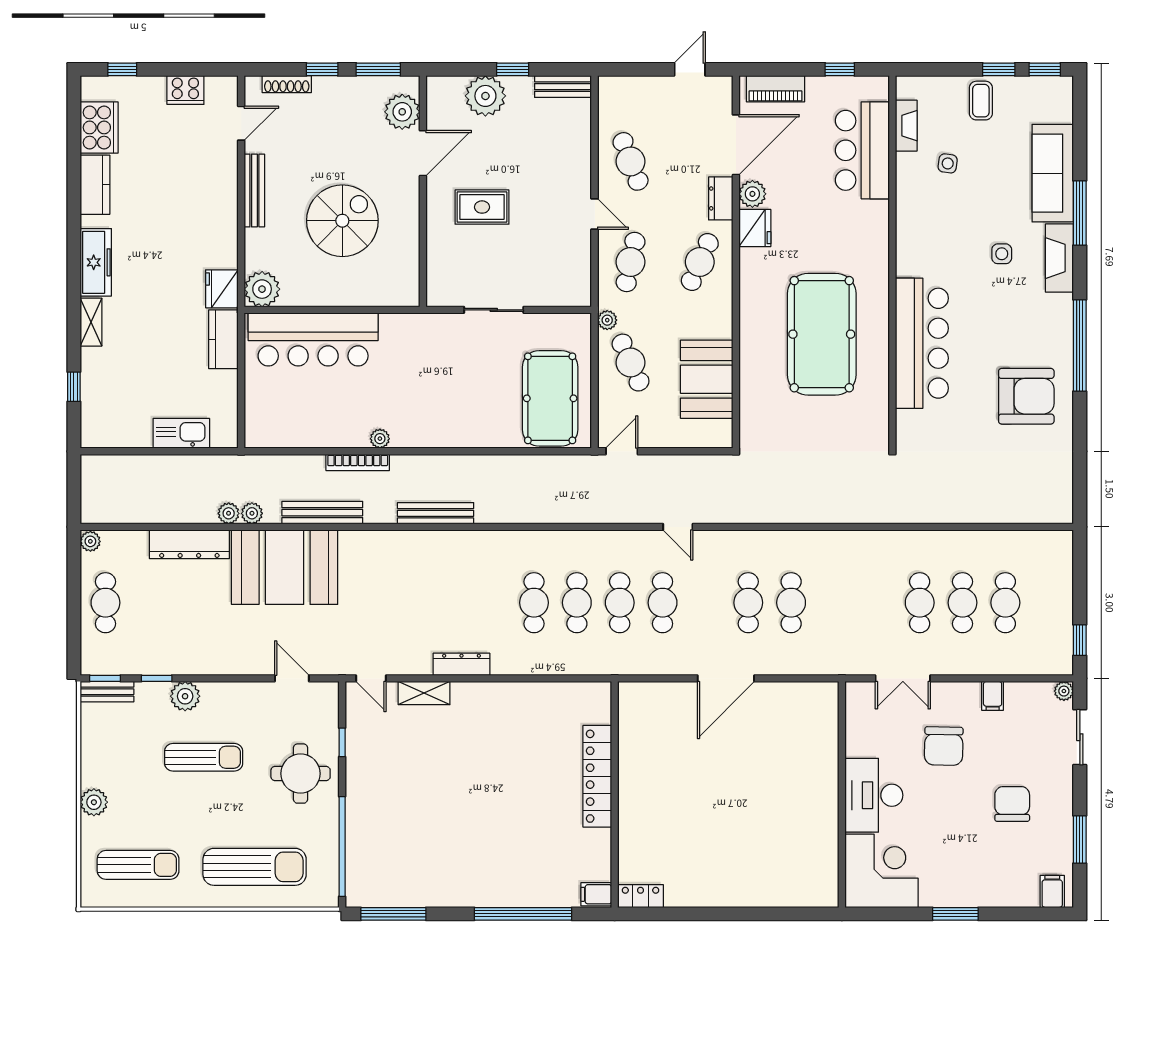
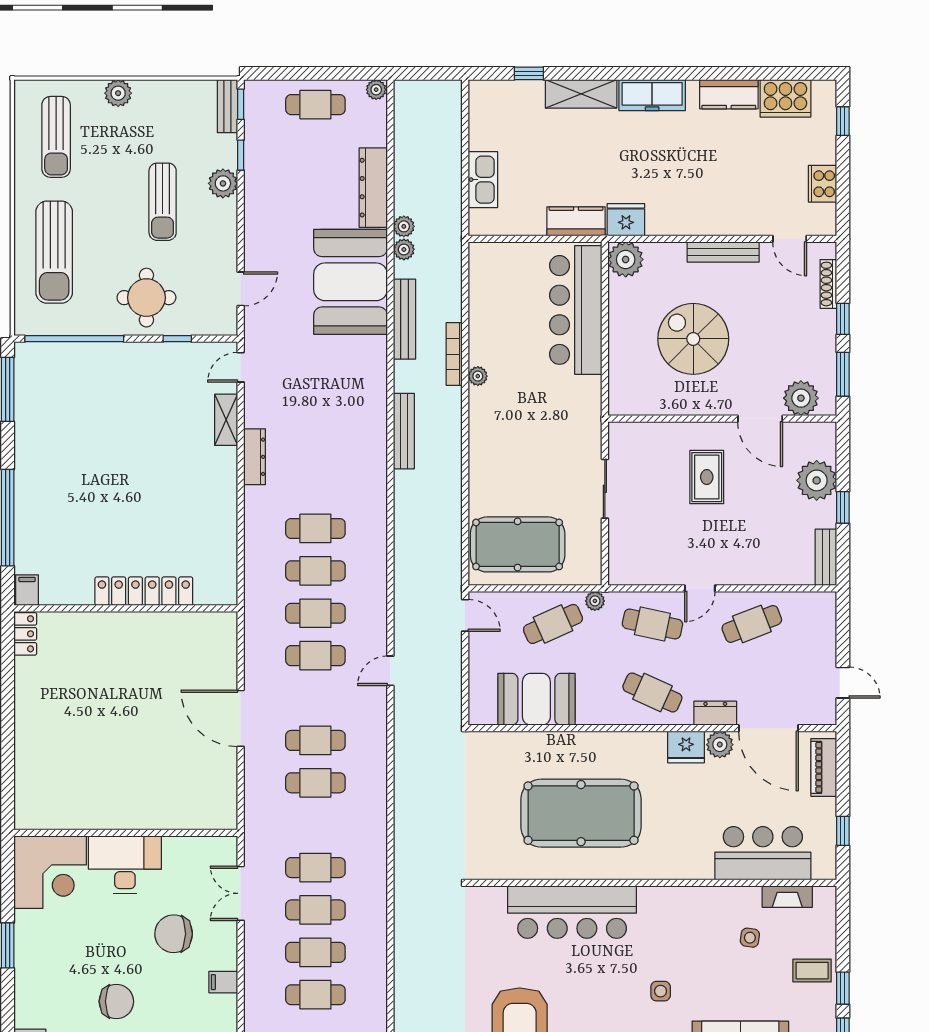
spiral stairs: (342, 221) -> (693, 339), turned 180
shelving: (91, 322) -> (581, 94), width x1.50, depth x1.33
cafe table: (877, 603) -> (315, 868), added

